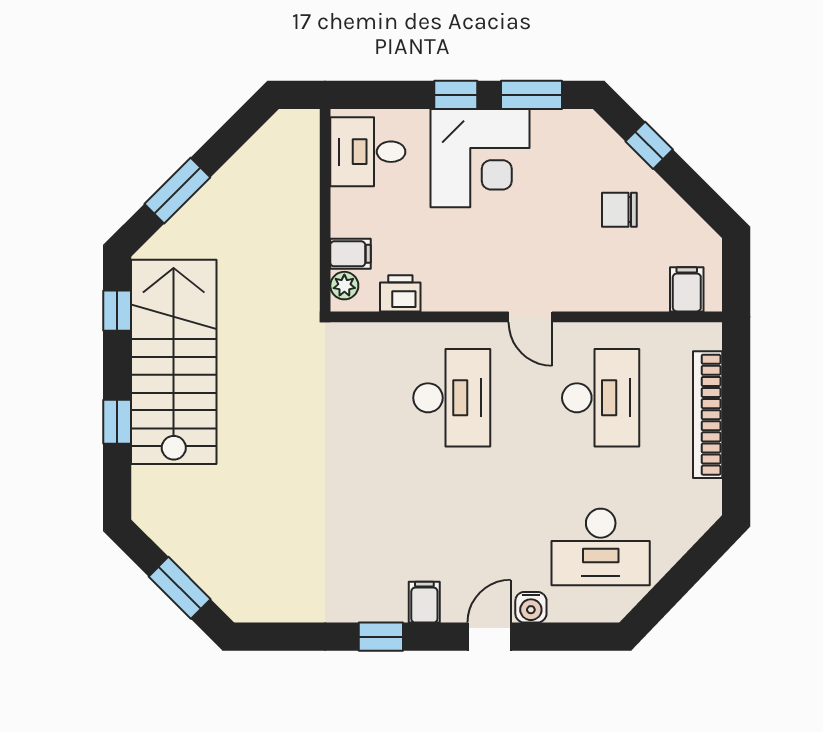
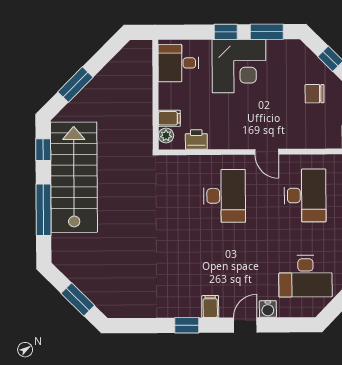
window: (117, 422) -> (44, 210), width x2.17

